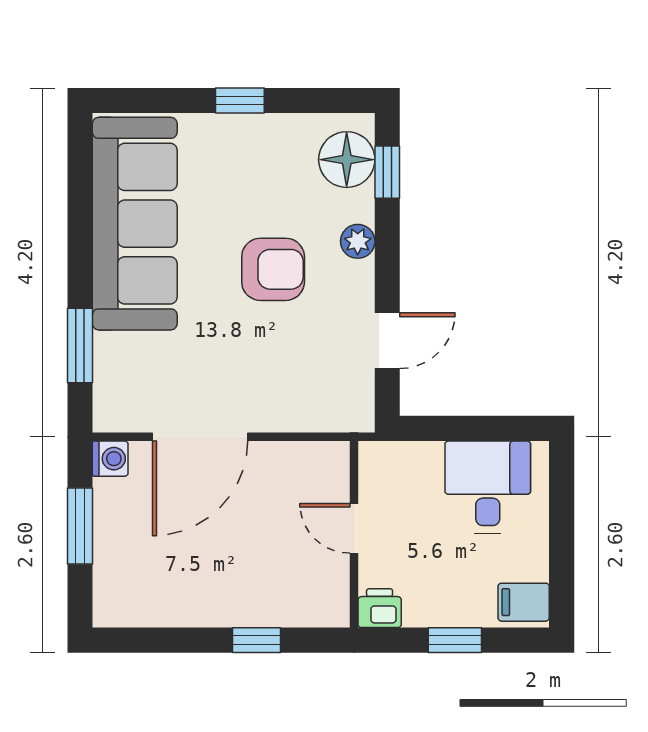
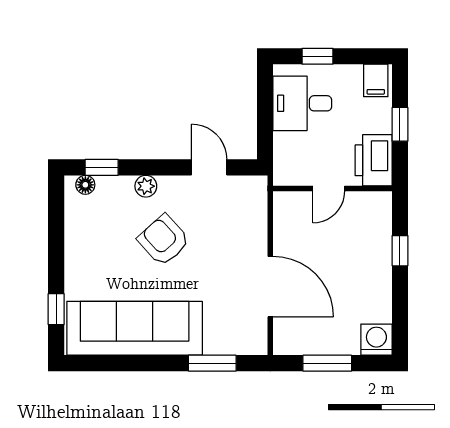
window: (240, 100) -> (56, 309), moved
floor lamp: (347, 160) -> (85, 185), width x0.53, depth x0.53
armchair: (273, 269) -> (164, 240), turned -42
washing machine: (110, 459) -> (376, 340), moved, width x1.38, depth x1.38
window: (562, 511) -> (318, 56), added
printer: (380, 608) -> (374, 160), width x1.87, depth x1.48

